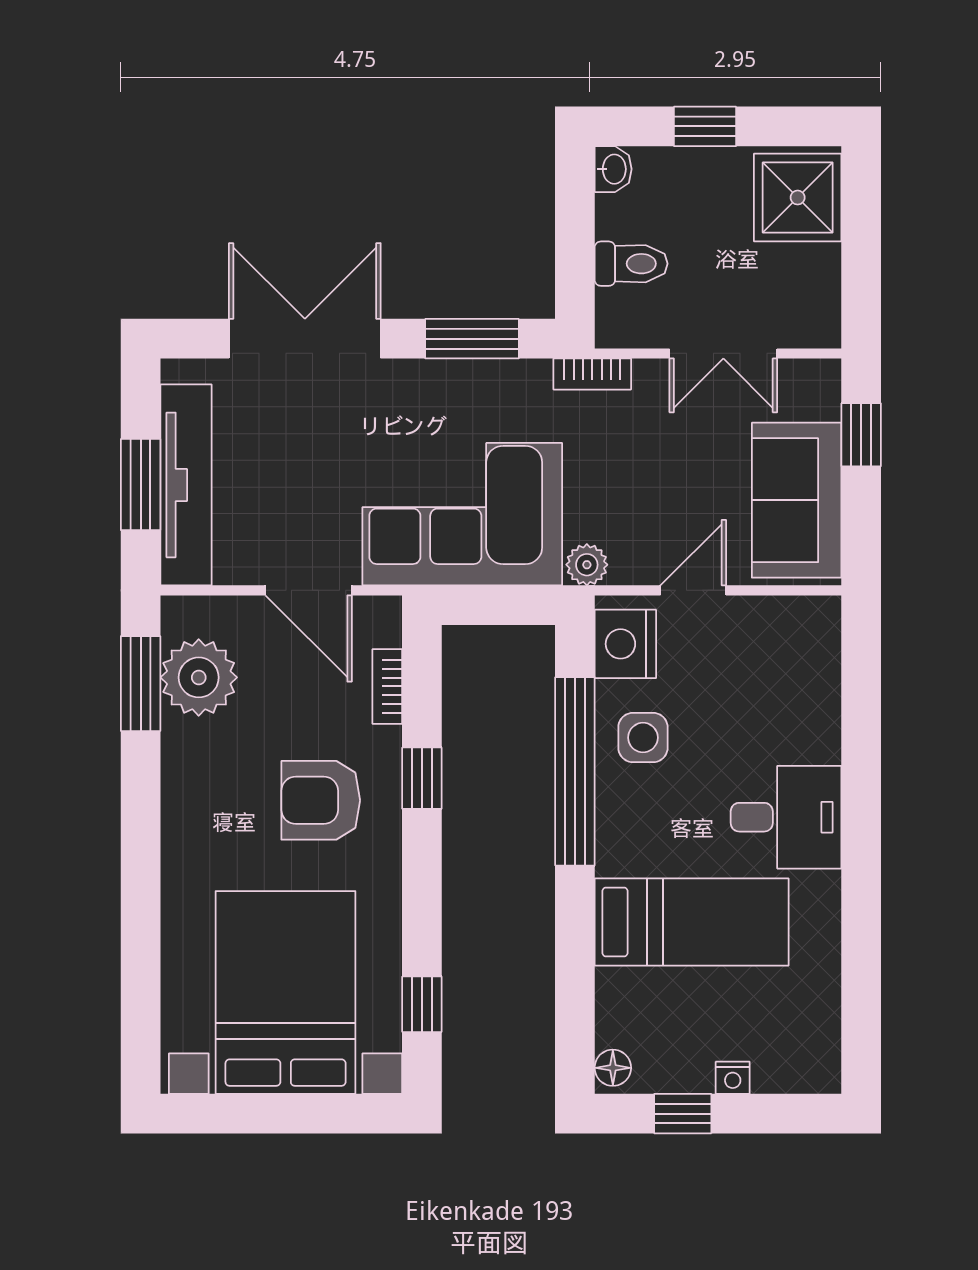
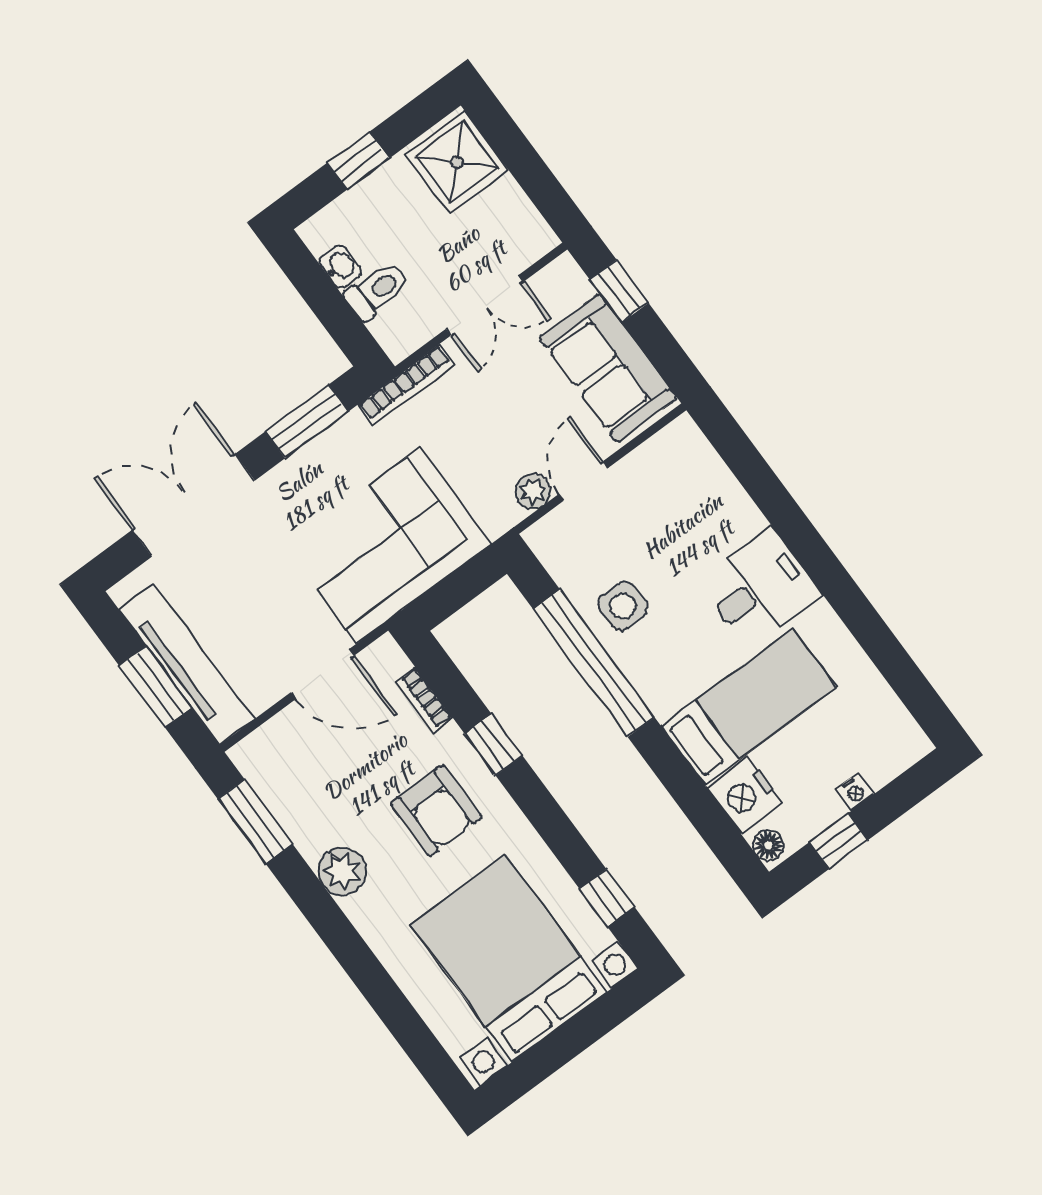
washbasin: (613, 169) -> (340, 266), moved
bookcase: (592, 374) -> (406, 385), width x1.56
plant: (587, 565) -> (533, 491), moved
nightstand: (625, 644) -> (745, 795), moved
plant: (199, 677) -> (342, 871), moved, width x0.73, depth x0.73
armchair: (321, 800) -> (436, 810), turned -90

